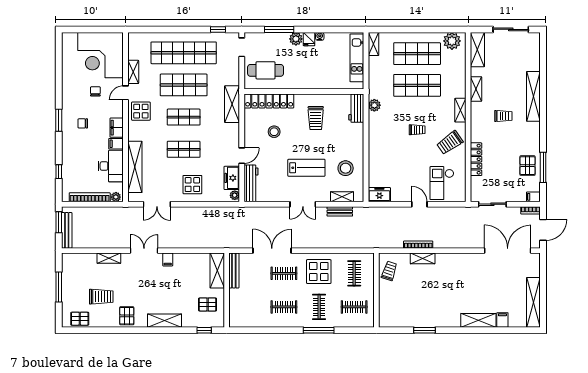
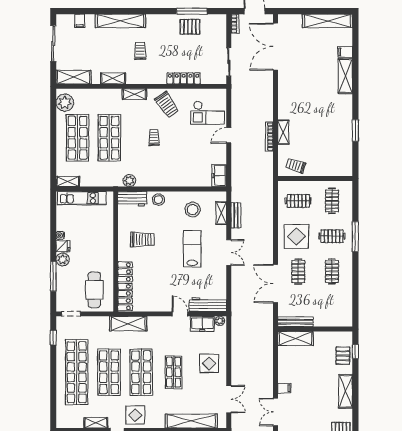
shop shelf: (184, 117) -> (141, 372), width x1.43, depth x1.36
stool: (274, 132) -> (158, 200), moved
filing cabinet: (533, 197) -> (80, 21), moved
pallet: (208, 304) -> (343, 356), moved

